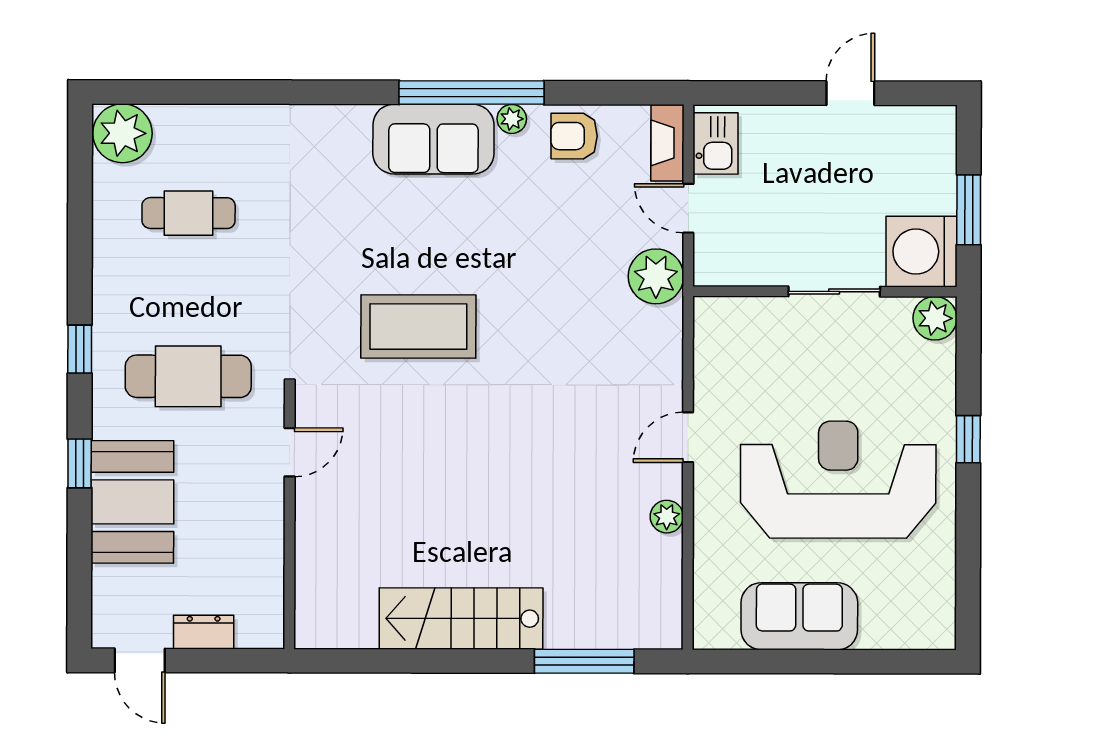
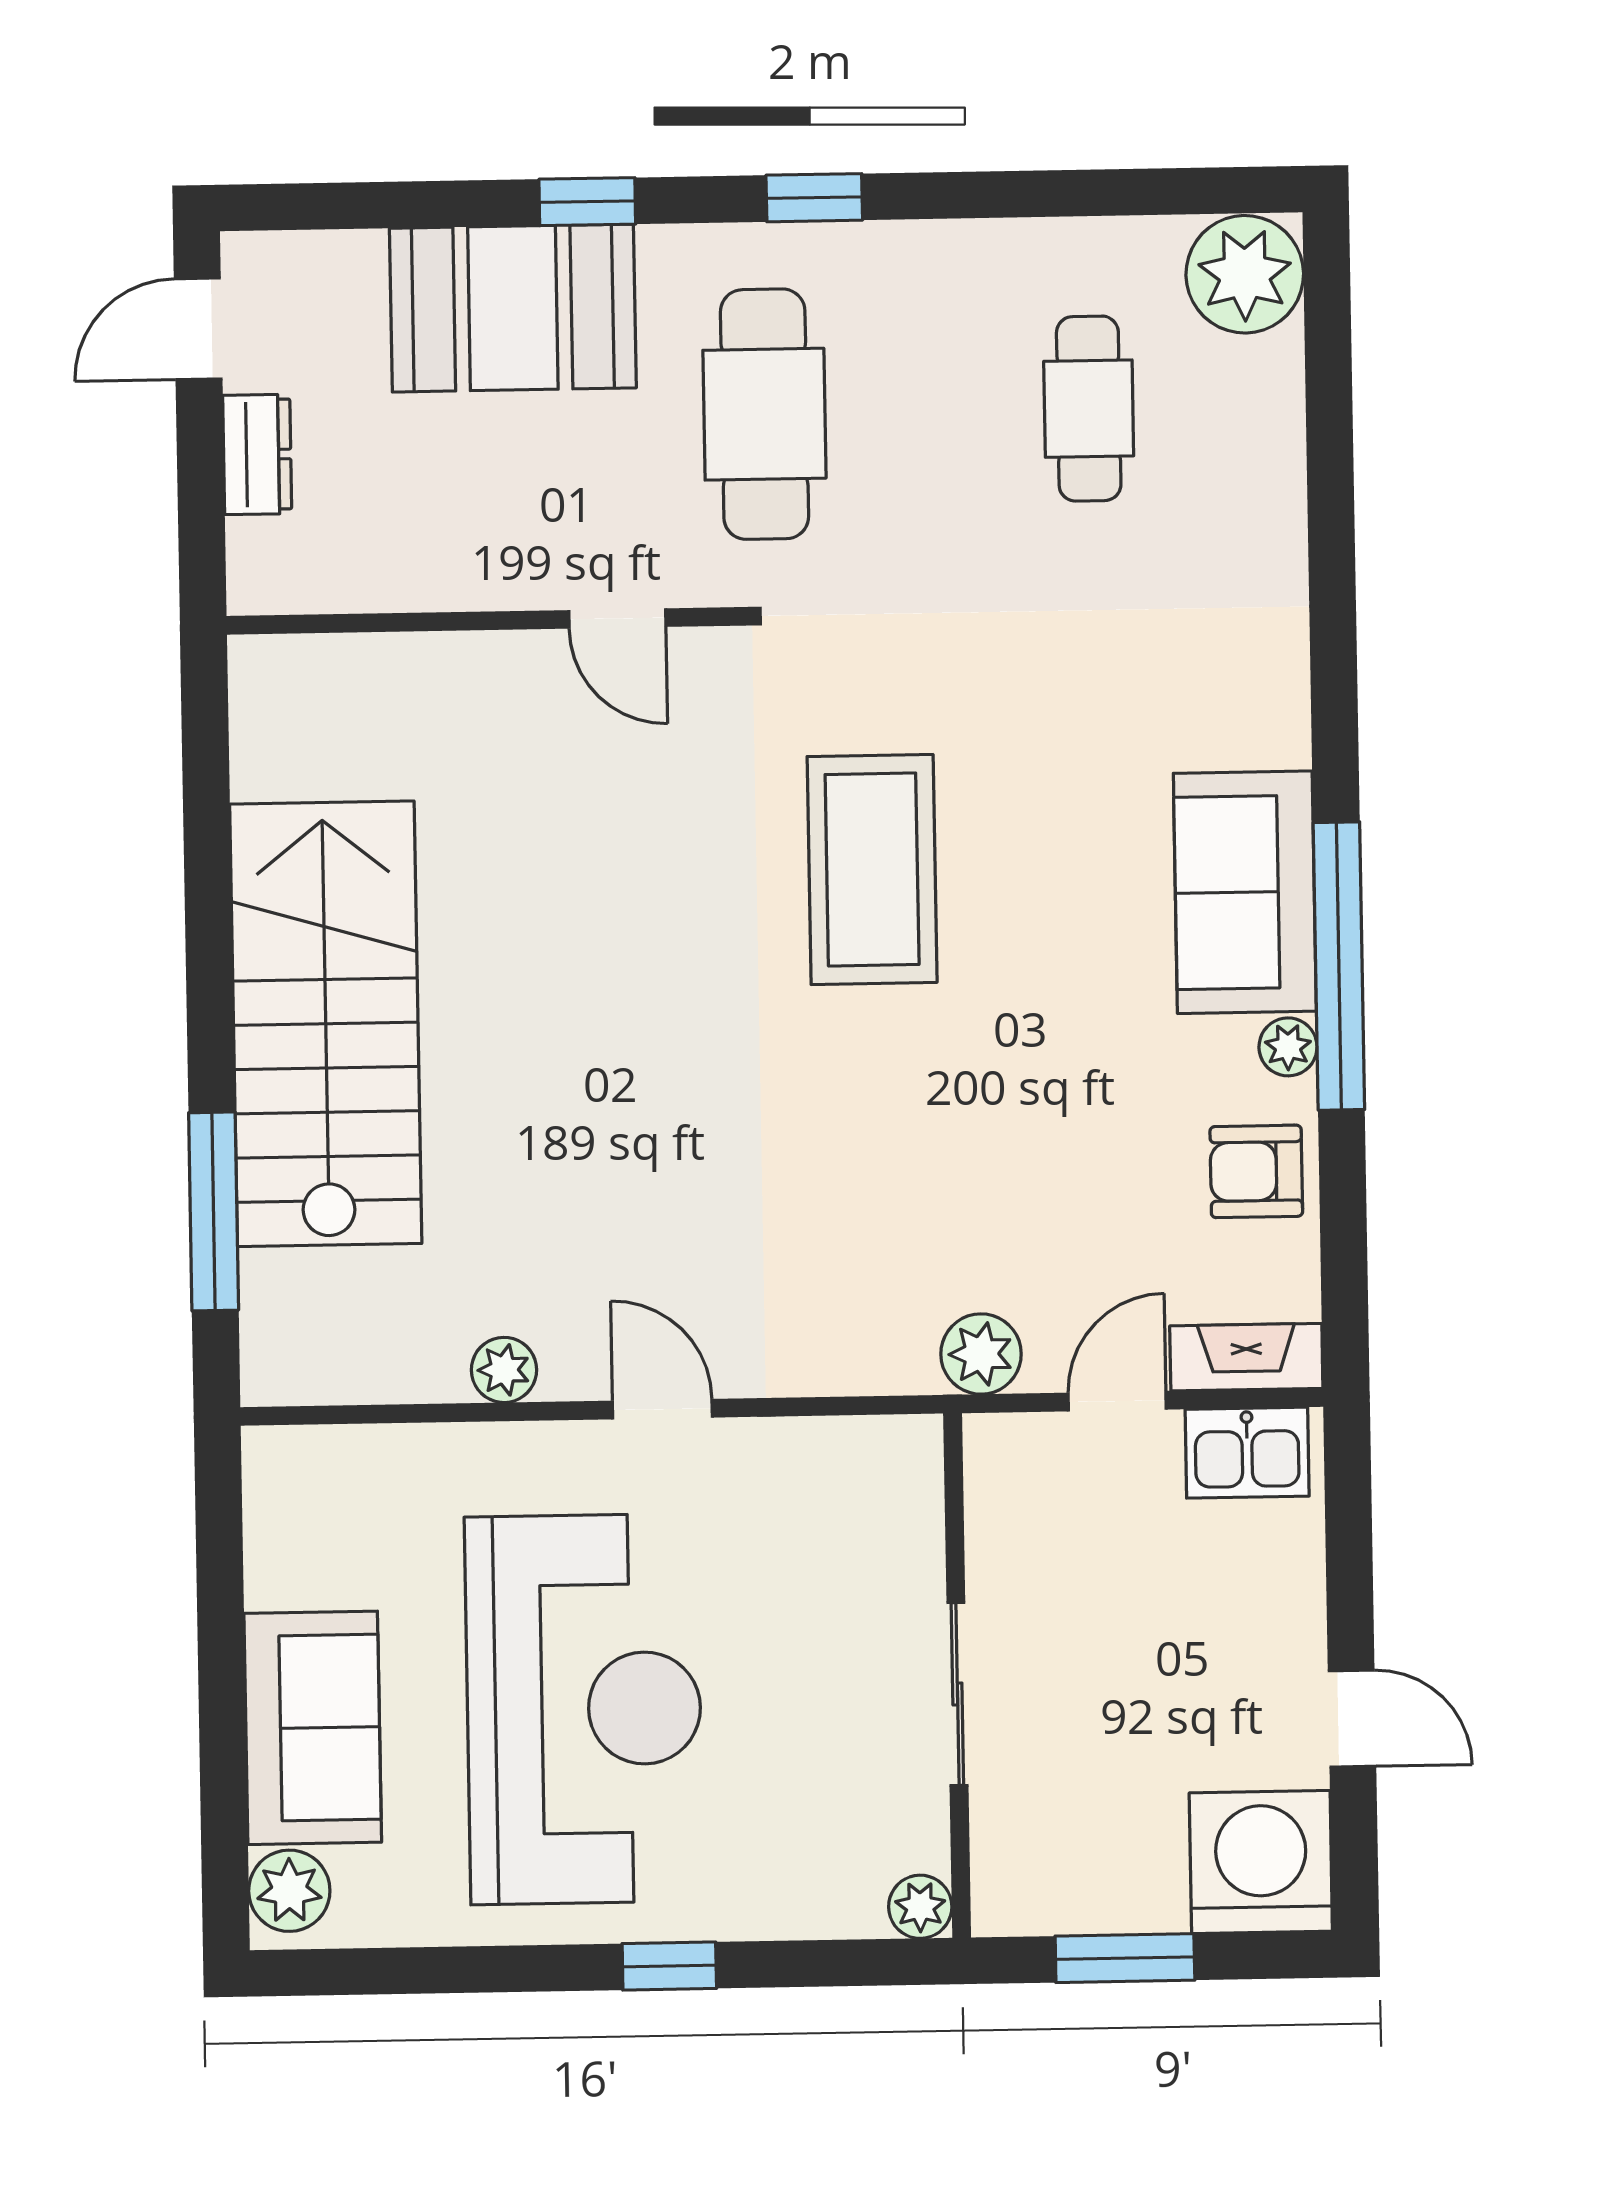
armchair: (574, 136) -> (1256, 1171), turned -90
washing machine: (921, 252) -> (1261, 1862), moved
plant: (656, 276) -> (981, 1354), width x0.73, depth x0.73
plant: (935, 318) -> (920, 1907), width x0.73, depth x0.73
sofa: (799, 616) -> (313, 1728), moved
stairs: (461, 619) -> (326, 1024), width x1.36, depth x1.51
plant: (927, 630) -> (289, 1891), added

